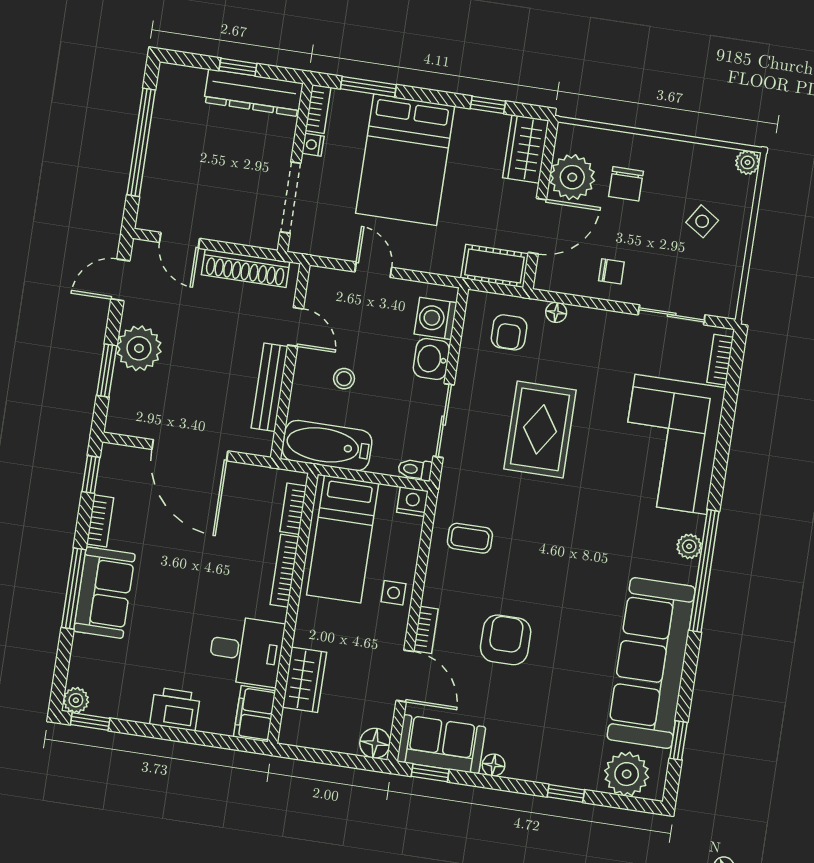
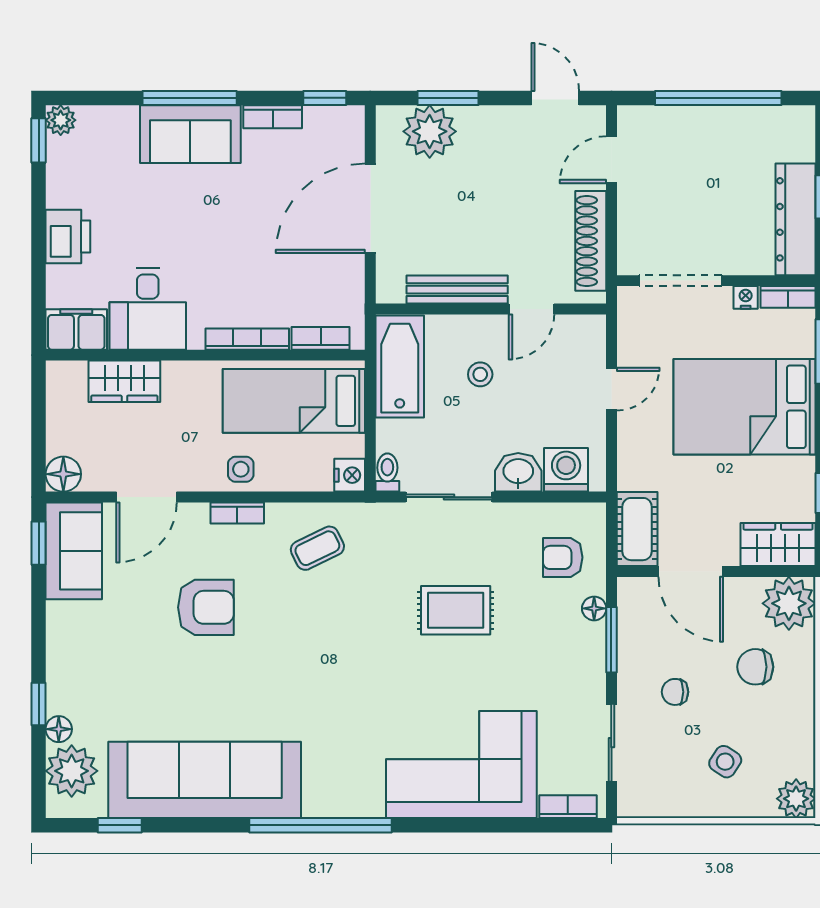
plant: (748, 162) -> (796, 799), width x1.38, depth x1.38
plant: (572, 177) -> (789, 603), moved
chair: (611, 271) -> (675, 692), moved, turned 90
window: (585, 302) -> (611, 640), added
plant: (139, 348) -> (430, 131), moved
rug: (540, 429) -> (456, 610), width x0.73, depth x0.70
coffee table: (470, 538) -> (317, 548), turned 64
plant: (689, 546) -> (346, 804), removed
bookcase: (426, 630) -> (237, 513), moved
floor lamp: (494, 765) -> (59, 729), moved

